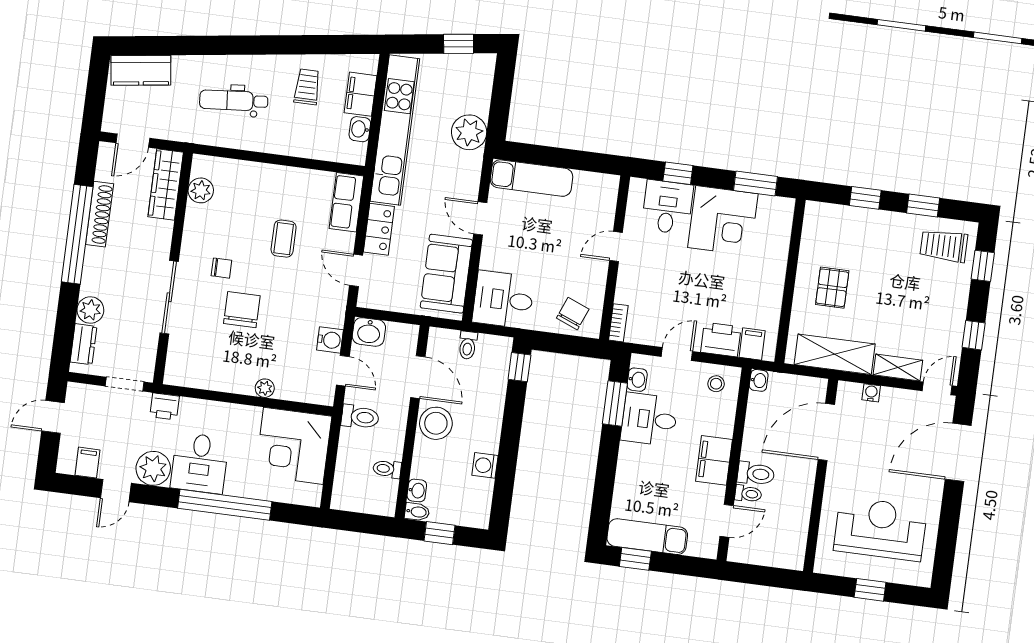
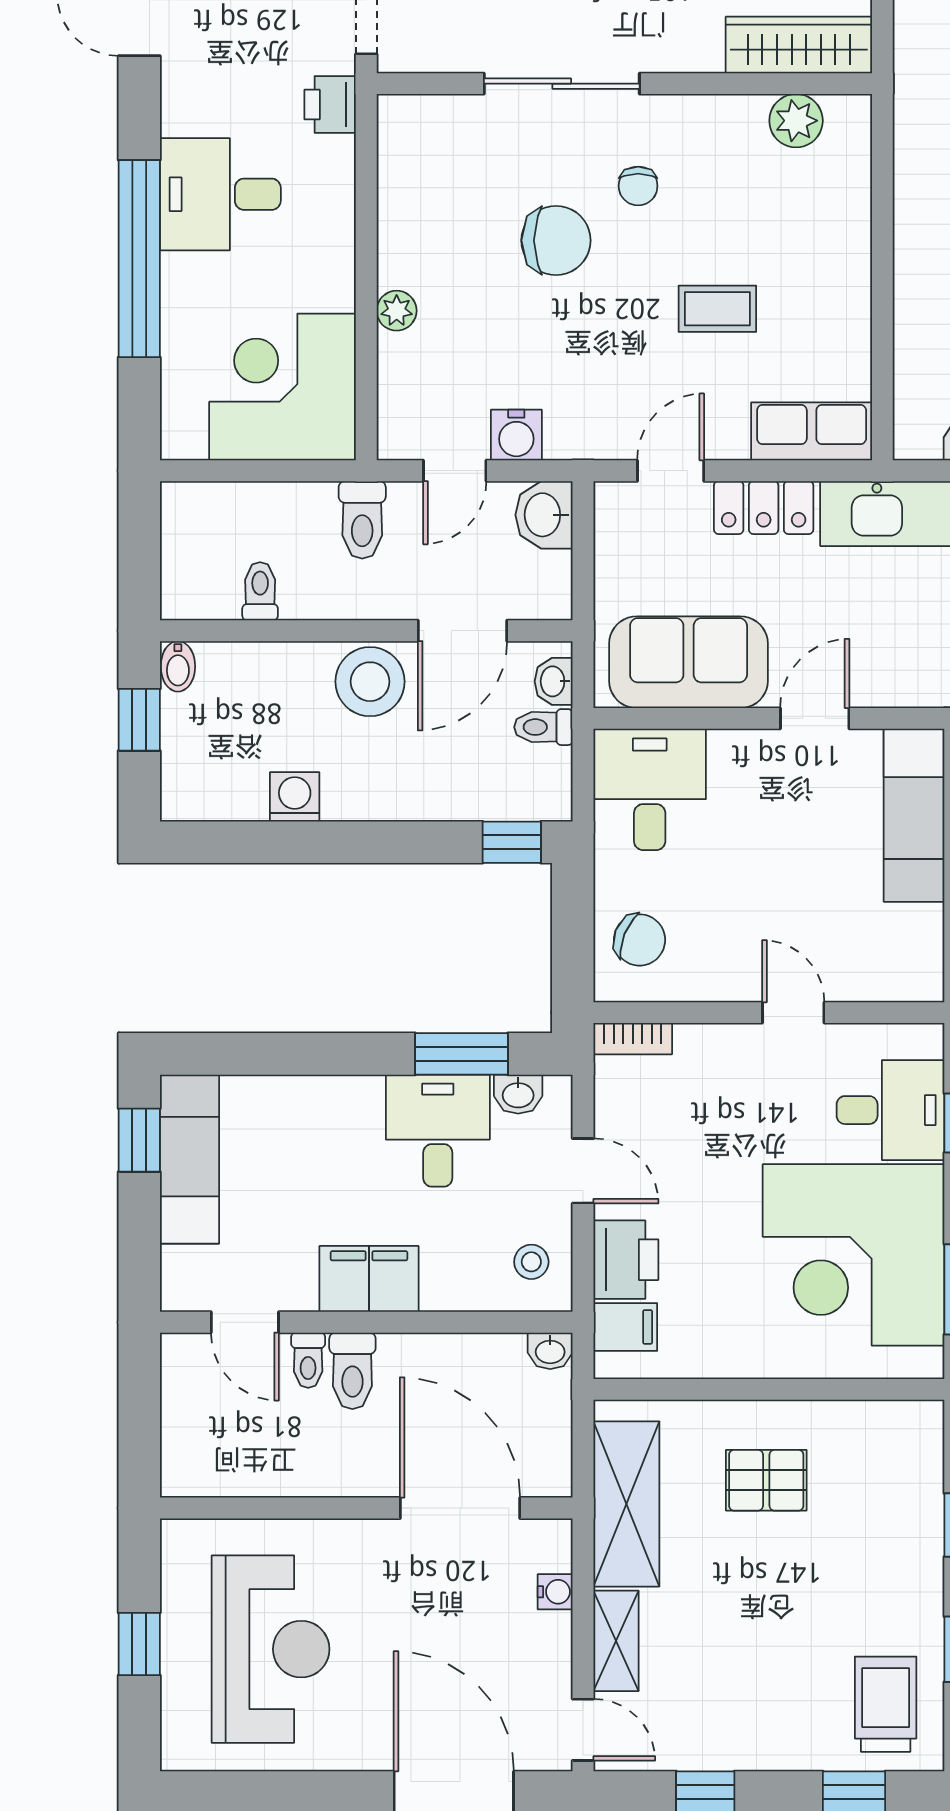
corner desk: (723, 221) -> (854, 1255), width x1.36, depth x1.36
plant: (153, 468) -> (196, 98), removed
washbasin: (417, 490) -> (554, 681), moved, turned 90

